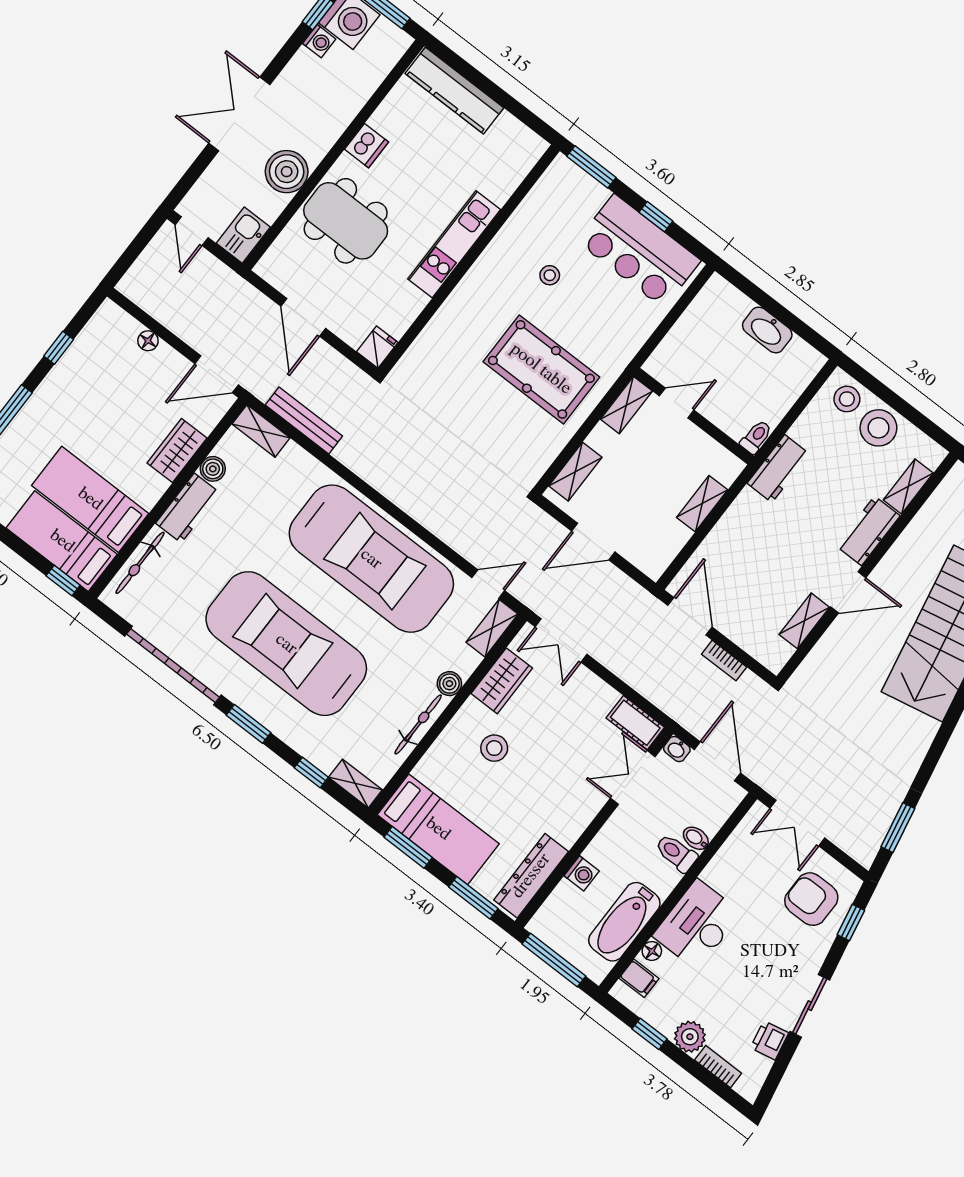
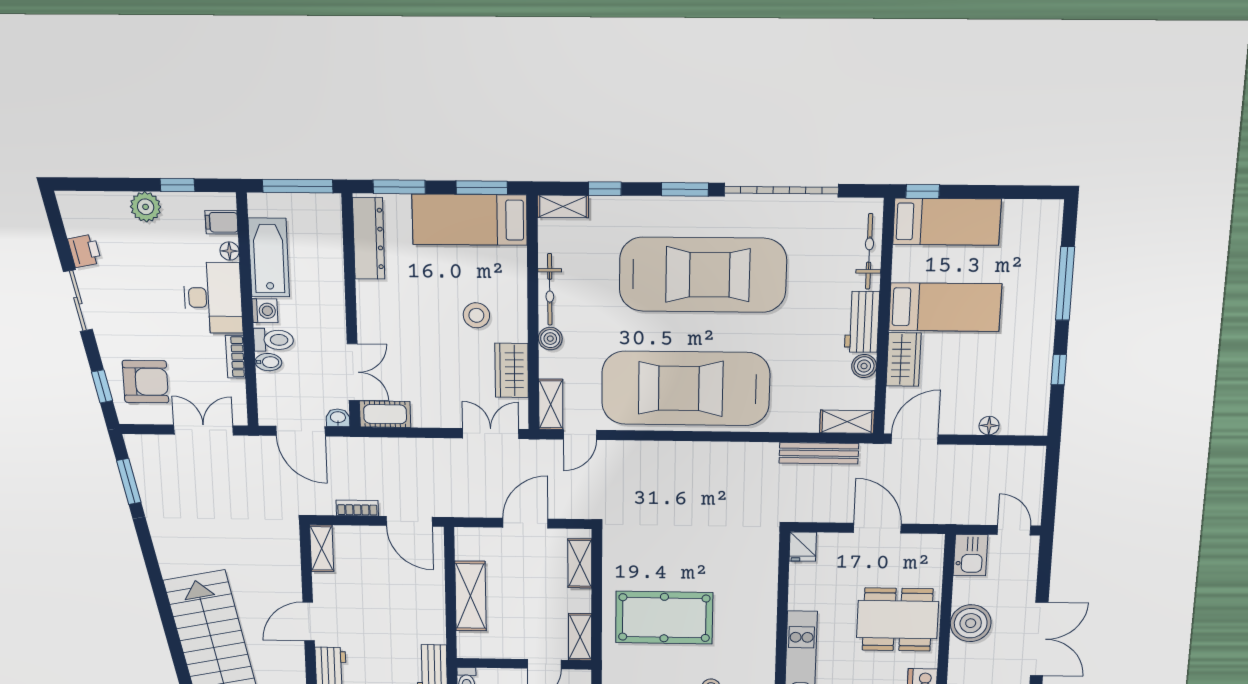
bed: (90, 499) -> (945, 307), moved
shelving: (702, 504) -> (471, 596), width x1.50, depth x1.33
shelving: (804, 621) -> (322, 548), moved
washing machine: (582, 873) -> (265, 311), moved, turned 180
bookcase: (718, 1067) -> (235, 357), moved, turned 90

